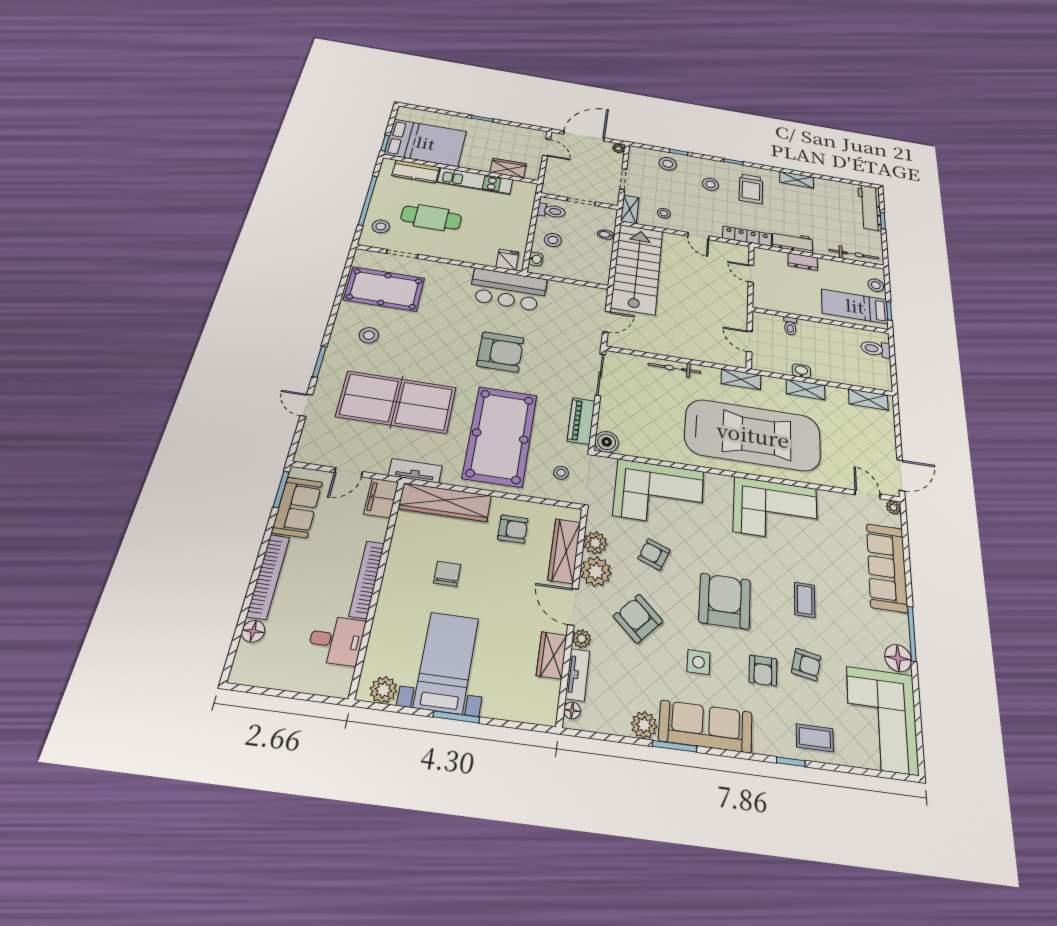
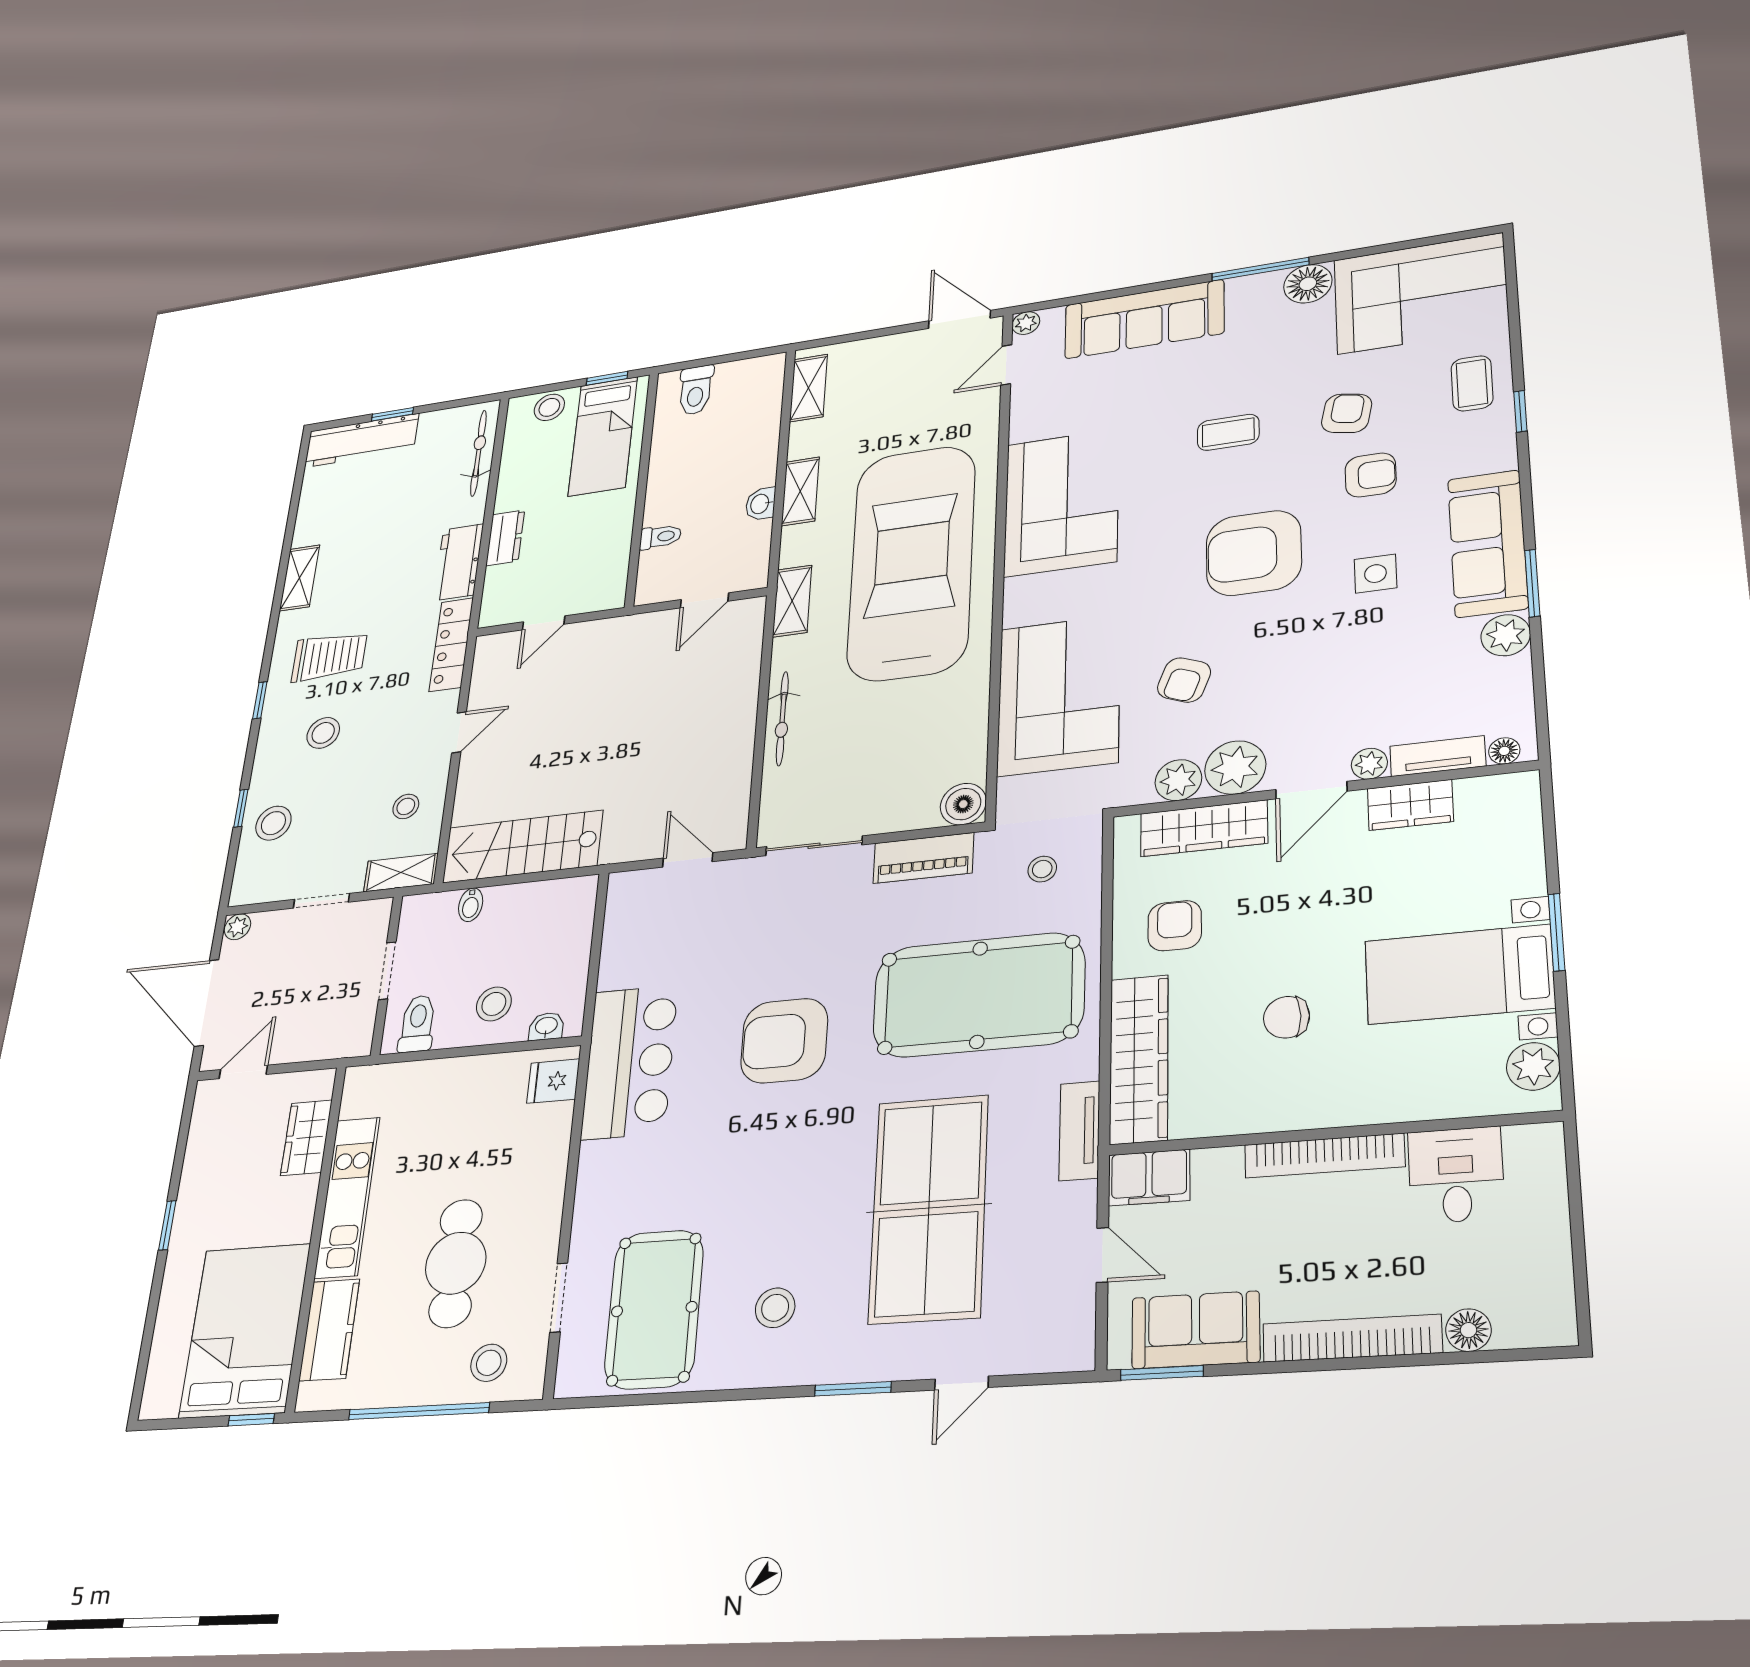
stairs: (637, 269) -> (522, 847), width x0.73, depth x0.66
armchair: (500, 352) -> (784, 1041), turned -90
armchair: (638, 619) -> (1314, 682), removed

